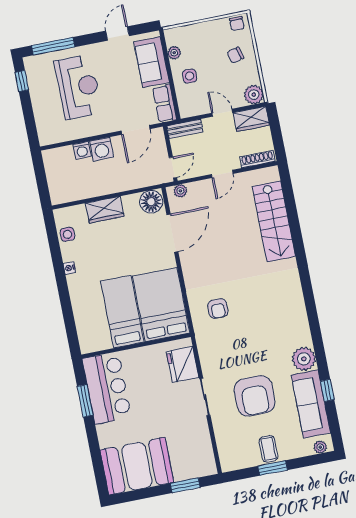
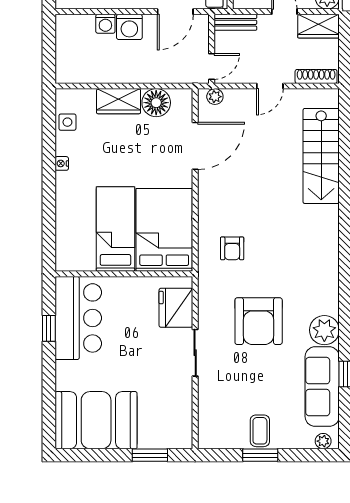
floor lamp: (151, 202) -> (156, 103), moved
armchair: (254, 396) -> (259, 321), moved
window: (85, 401) -> (49, 328), width x0.67

